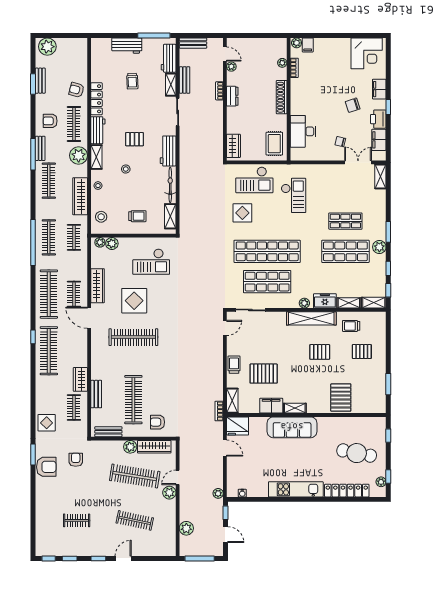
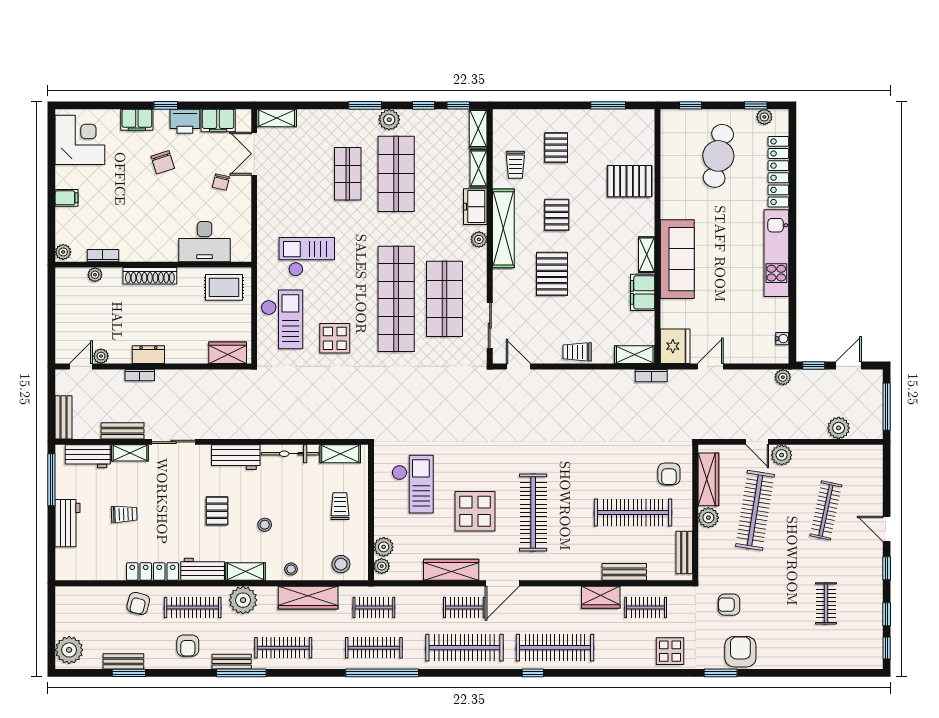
filing cabinet: (308, 45) -> (67, 198), moved
pallet: (264, 374) -> (552, 274), moved

